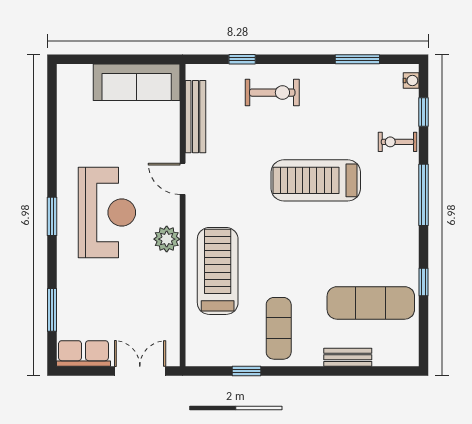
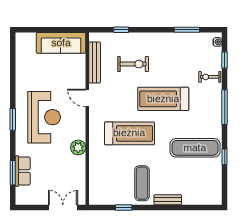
exercise bike: (272, 93) -> (133, 64), moved
plant: (167, 239) -> (78, 147), moved
treadmill: (218, 271) -> (129, 133), moved, turned 90
exercise mat: (371, 303) -> (195, 148), moved
row of seats: (83, 354) -> (23, 171), moved, turned 90
bench: (348, 357) -> (168, 200), moved

